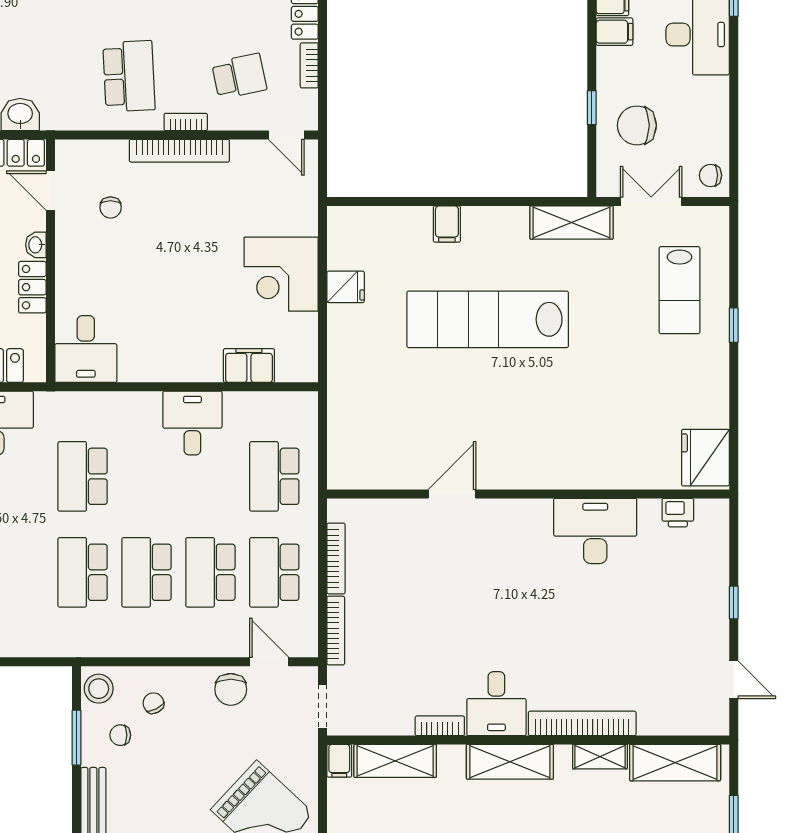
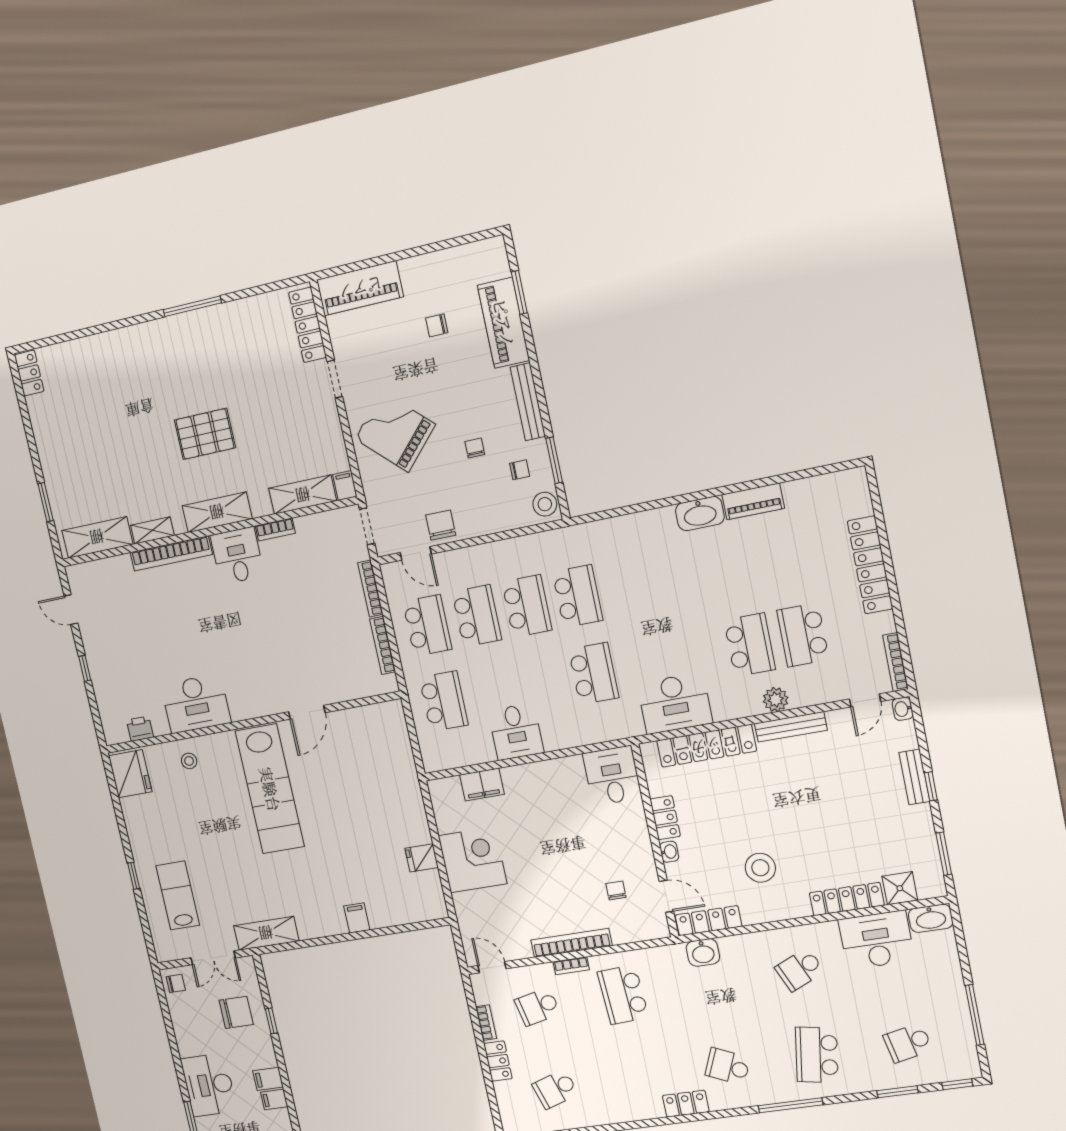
lab bench: (488, 319) -> (270, 789), moved, turned 90
stool: (622, 460) -> (189, 761), added
chair: (153, 703) -> (475, 448), moved, turned -153

